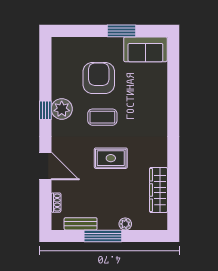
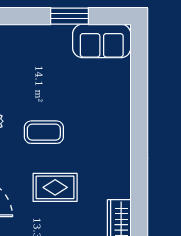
armchair: (99, 78) -> (39, 80), removed

